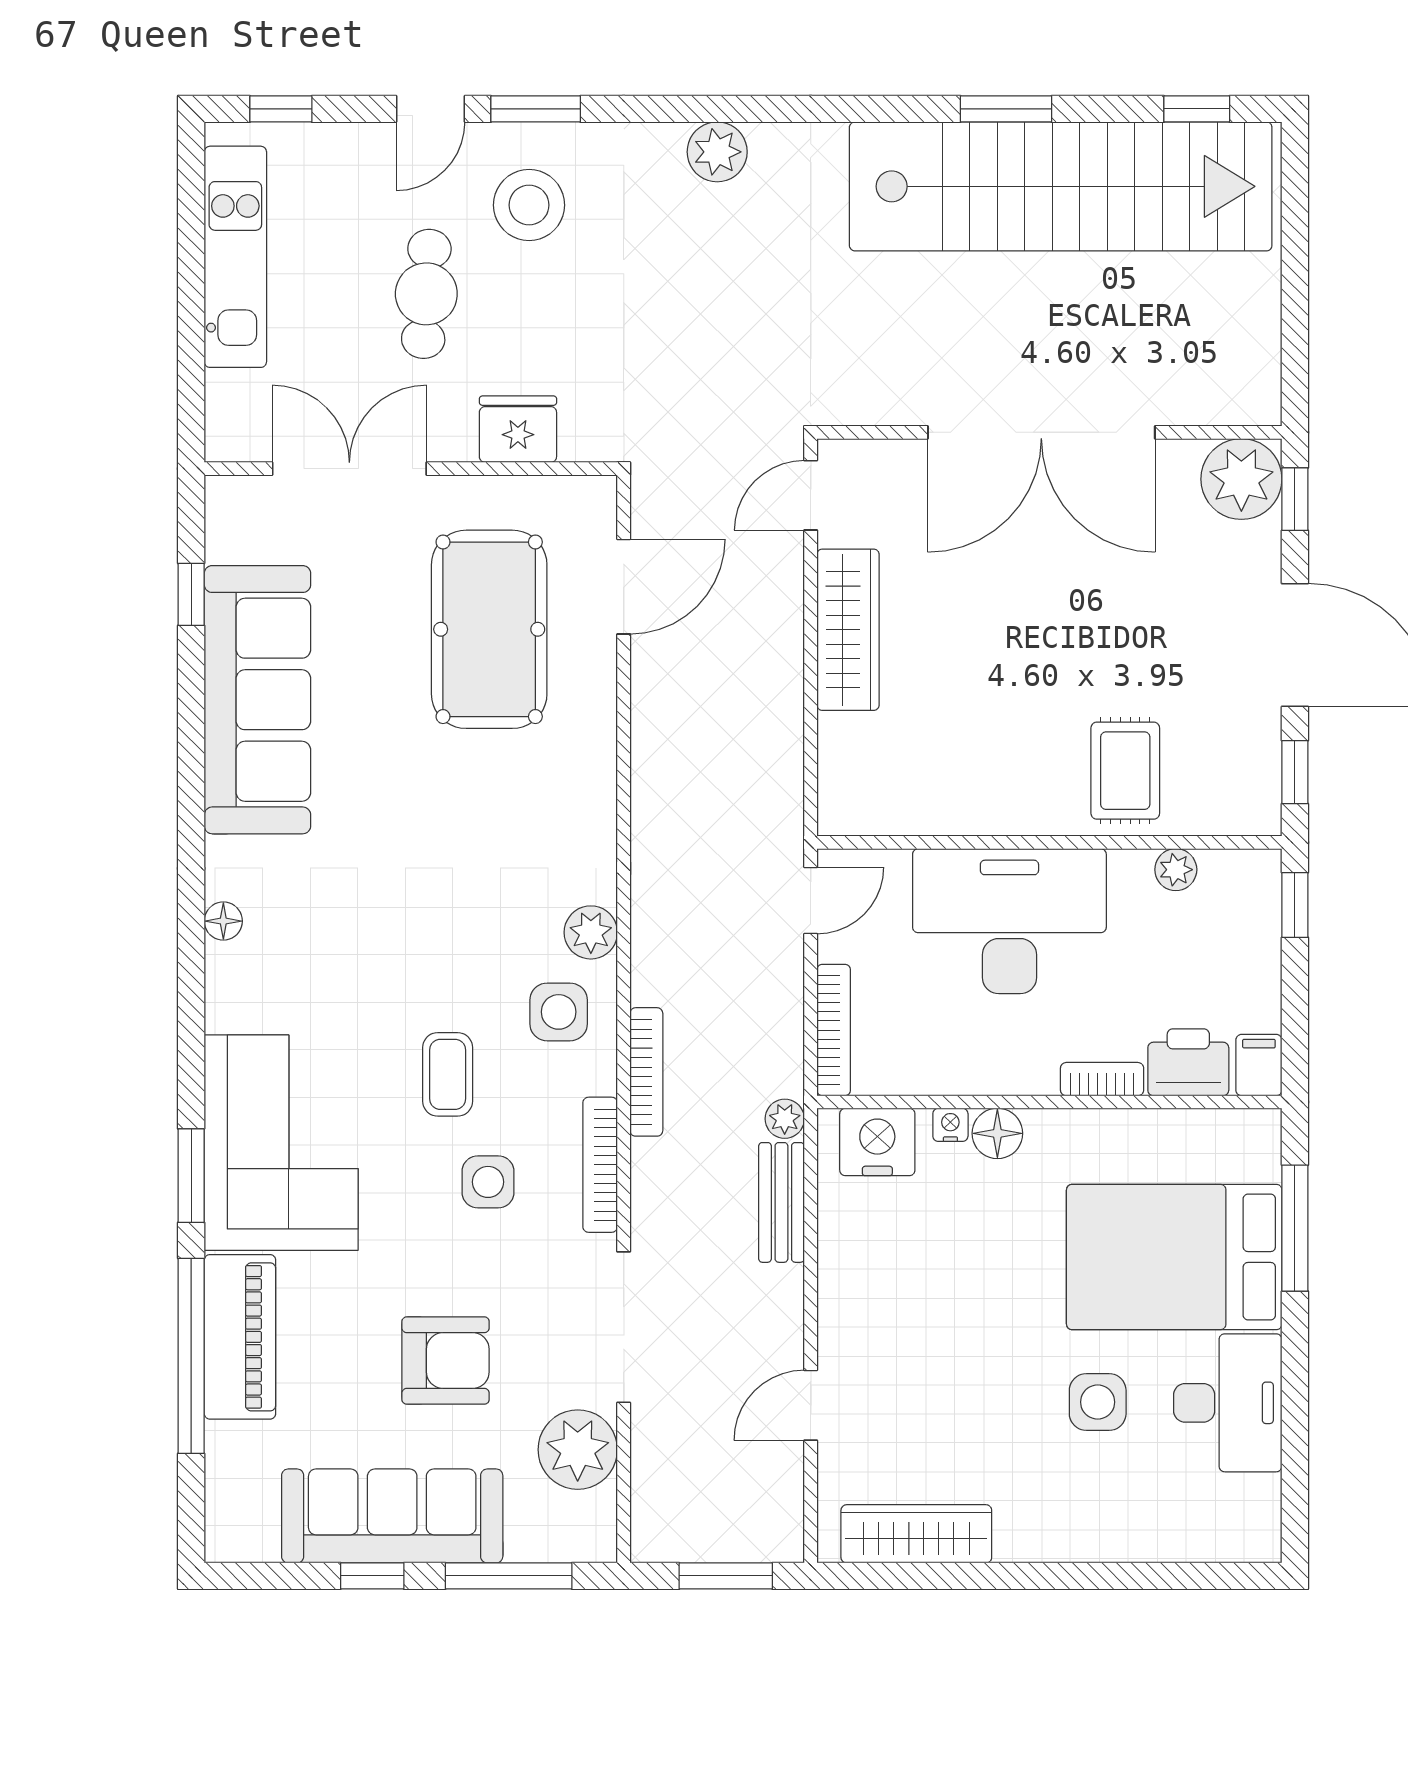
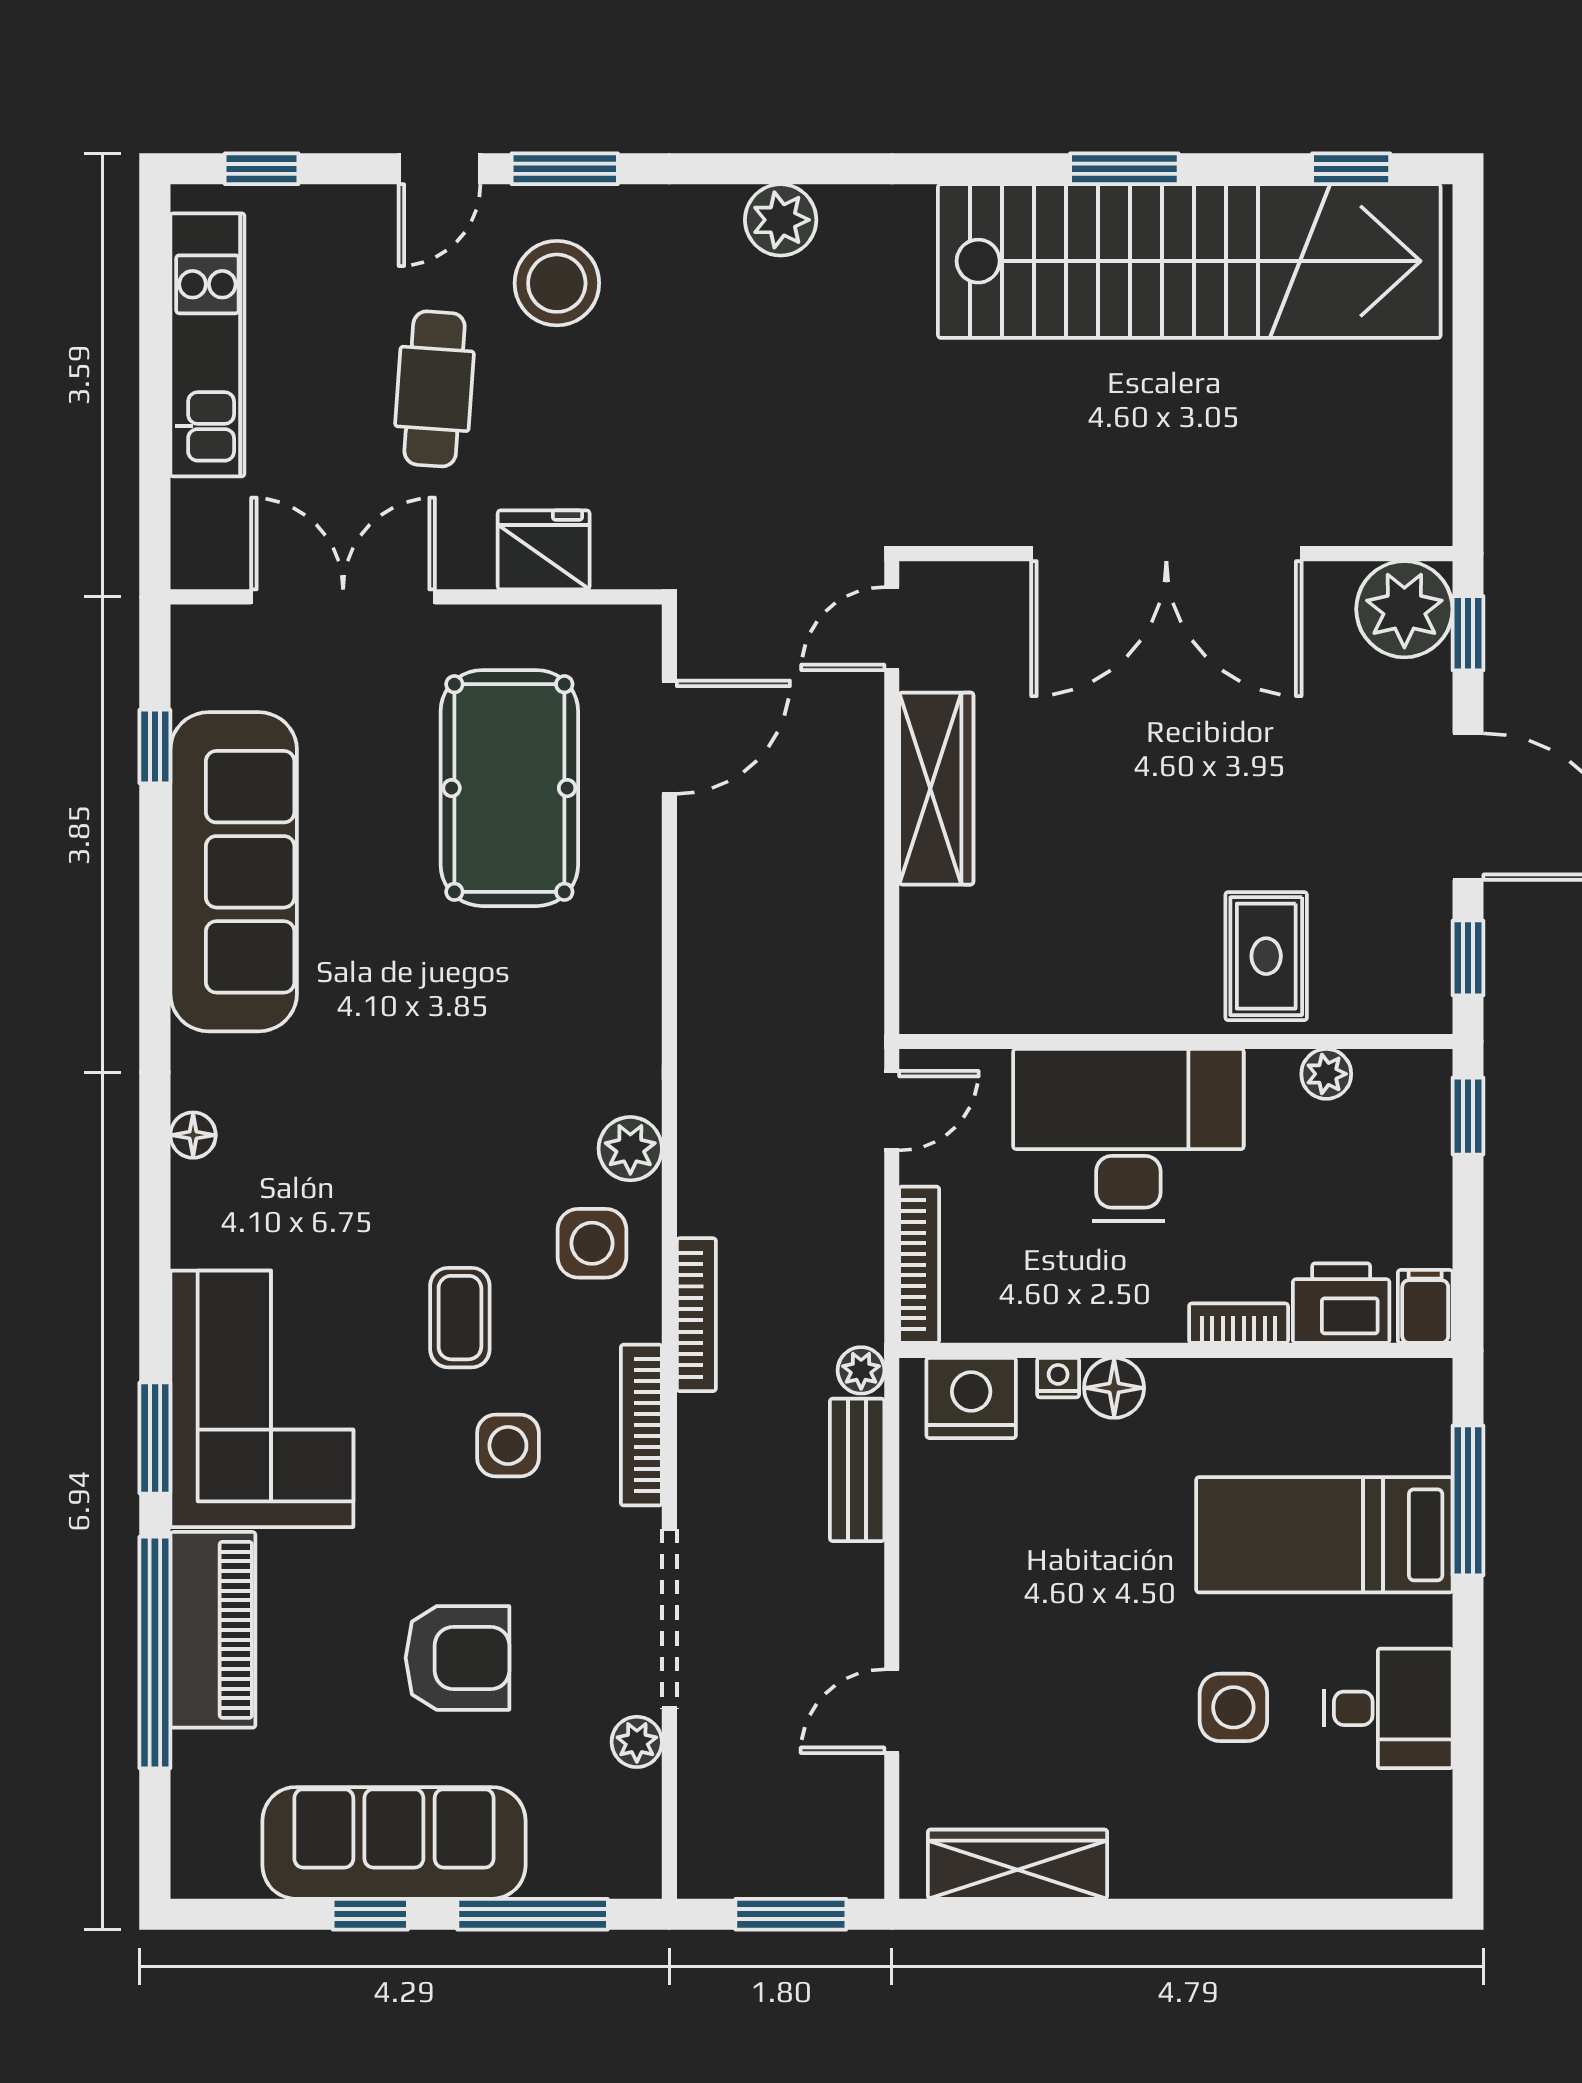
bed: (1174, 1257) -> (1324, 1535), width x0.67
desk: (1228, 1403) -> (1388, 1708), width x0.73
plant: (578, 1450) -> (637, 1742), width x0.53, depth x0.53

